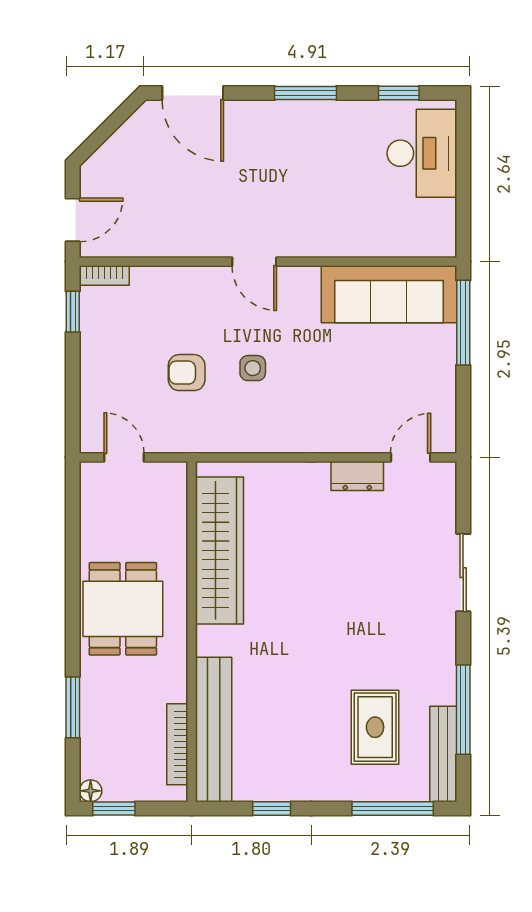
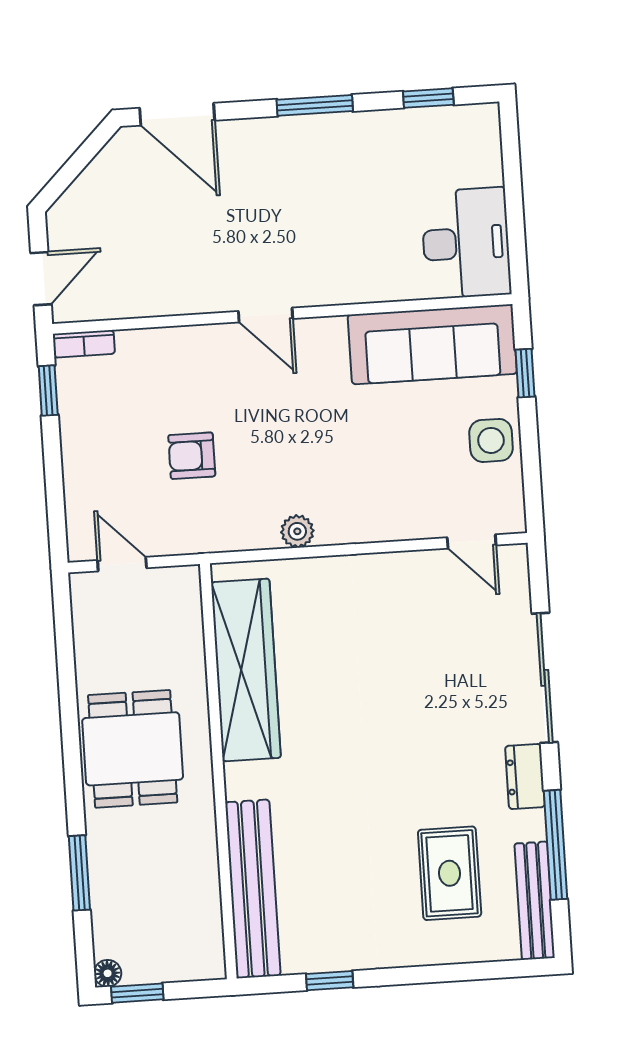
desk: (422, 153) -> (466, 243), moved
window: (463, 323) -> (525, 373), width x0.46
side table: (253, 368) -> (491, 440), moved, width x1.37, depth x1.37
plant: (269, 440) -> (297, 531), added
door: (411, 457) -> (472, 541), swing flipped
dresser: (357, 476) -> (525, 776), moved, turned 90
sliding door: (463, 573) -> (545, 678), width x1.37
bookcase: (177, 744) -> (210, 910), removed
window: (393, 809) -> (477, 971), removed

